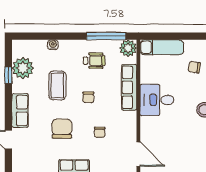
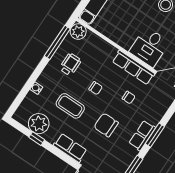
row of seats: (129, 87) -> (133, 68), moved
desk: (157, 100) -> (149, 47), moved

